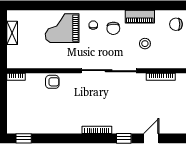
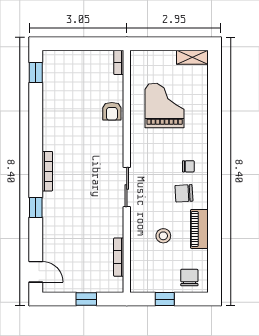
grand piano: (62, 28) -> (165, 106), moved
shelving: (12, 33) -> (192, 57), moved
sliding door: (109, 71) -> (127, 187), width x0.54
door: (151, 138) -> (36, 272), moved

